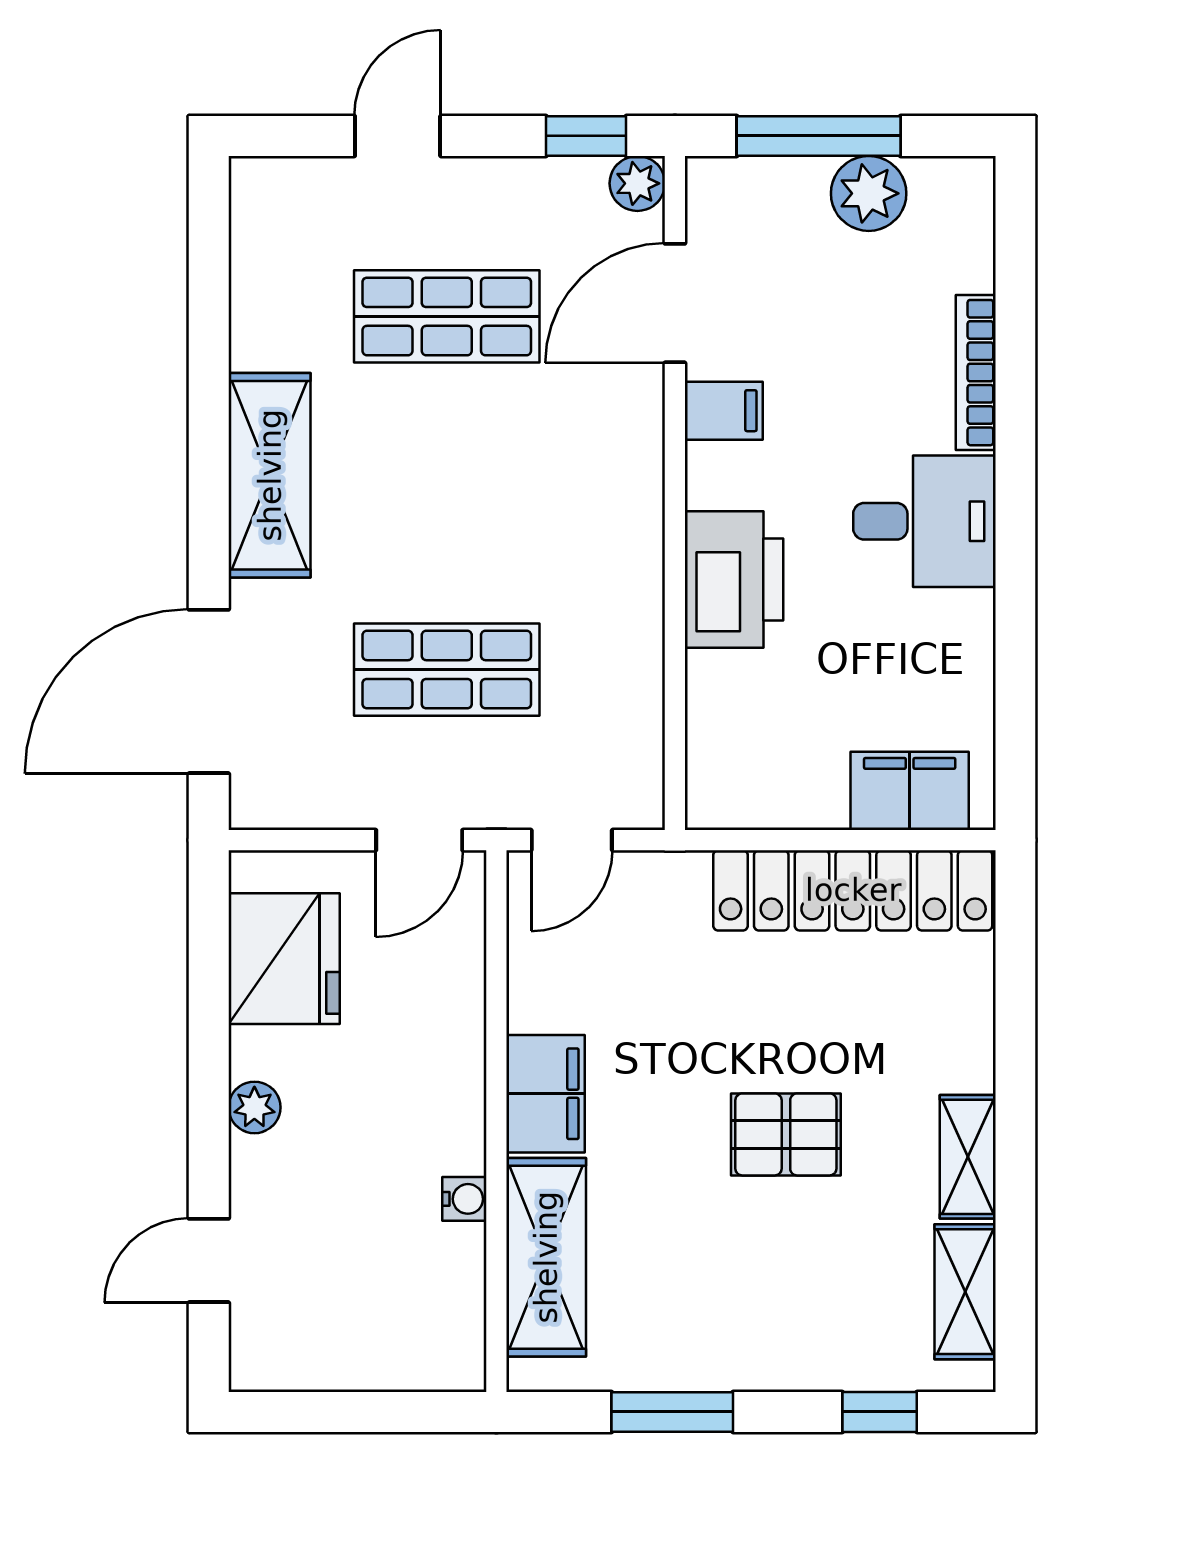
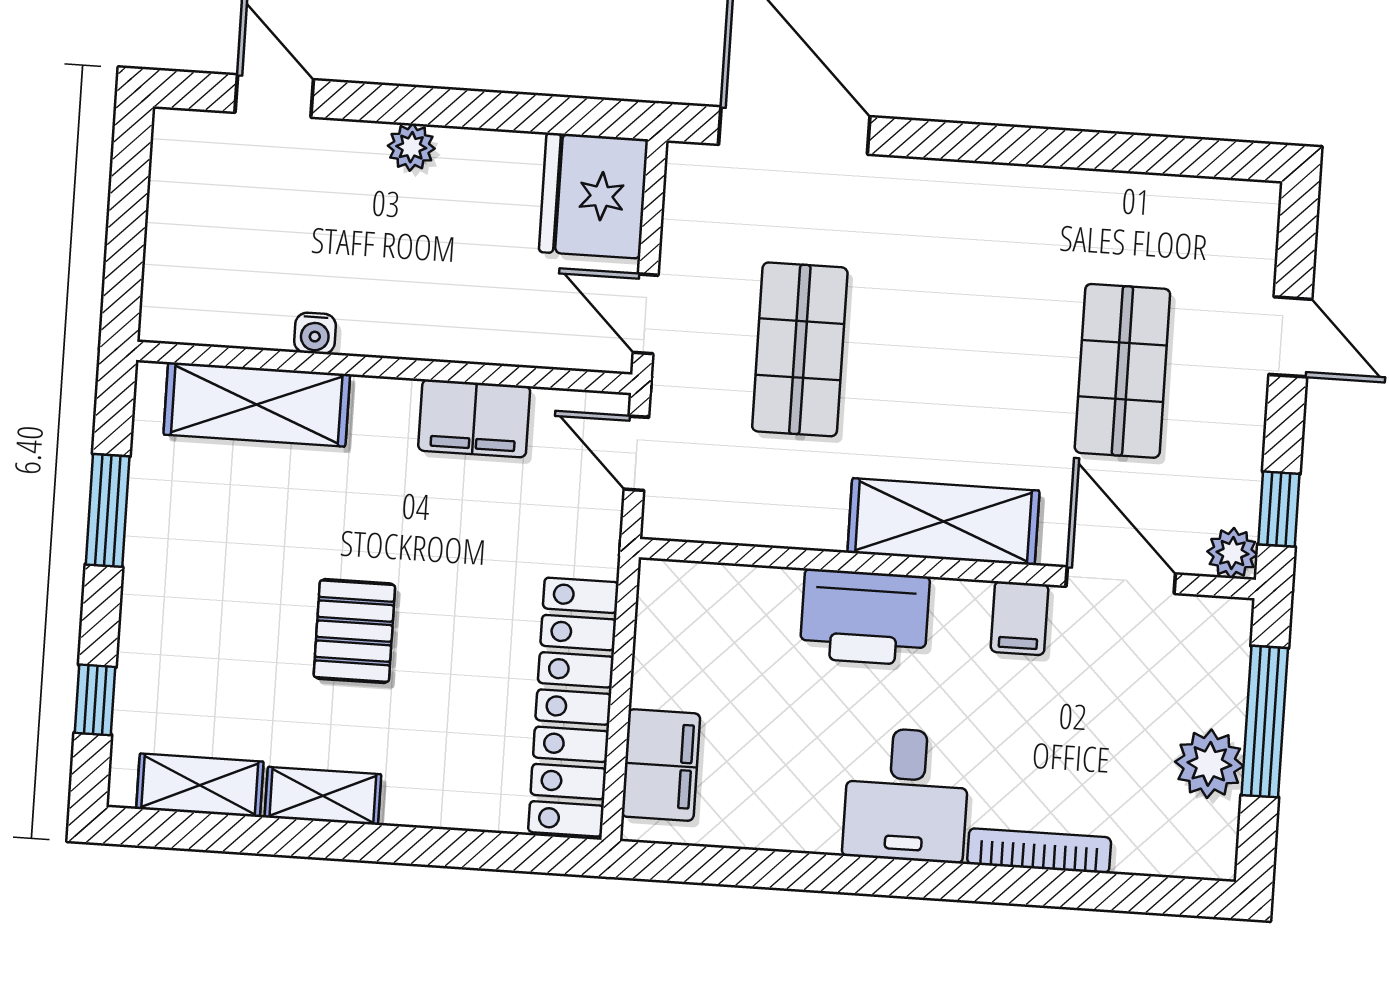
shelving: (270, 475) -> (943, 522), moved
fridge: (284, 959) -> (593, 196), moved, turned 90
filing cabinet: (545, 1094) -> (474, 418), moved

